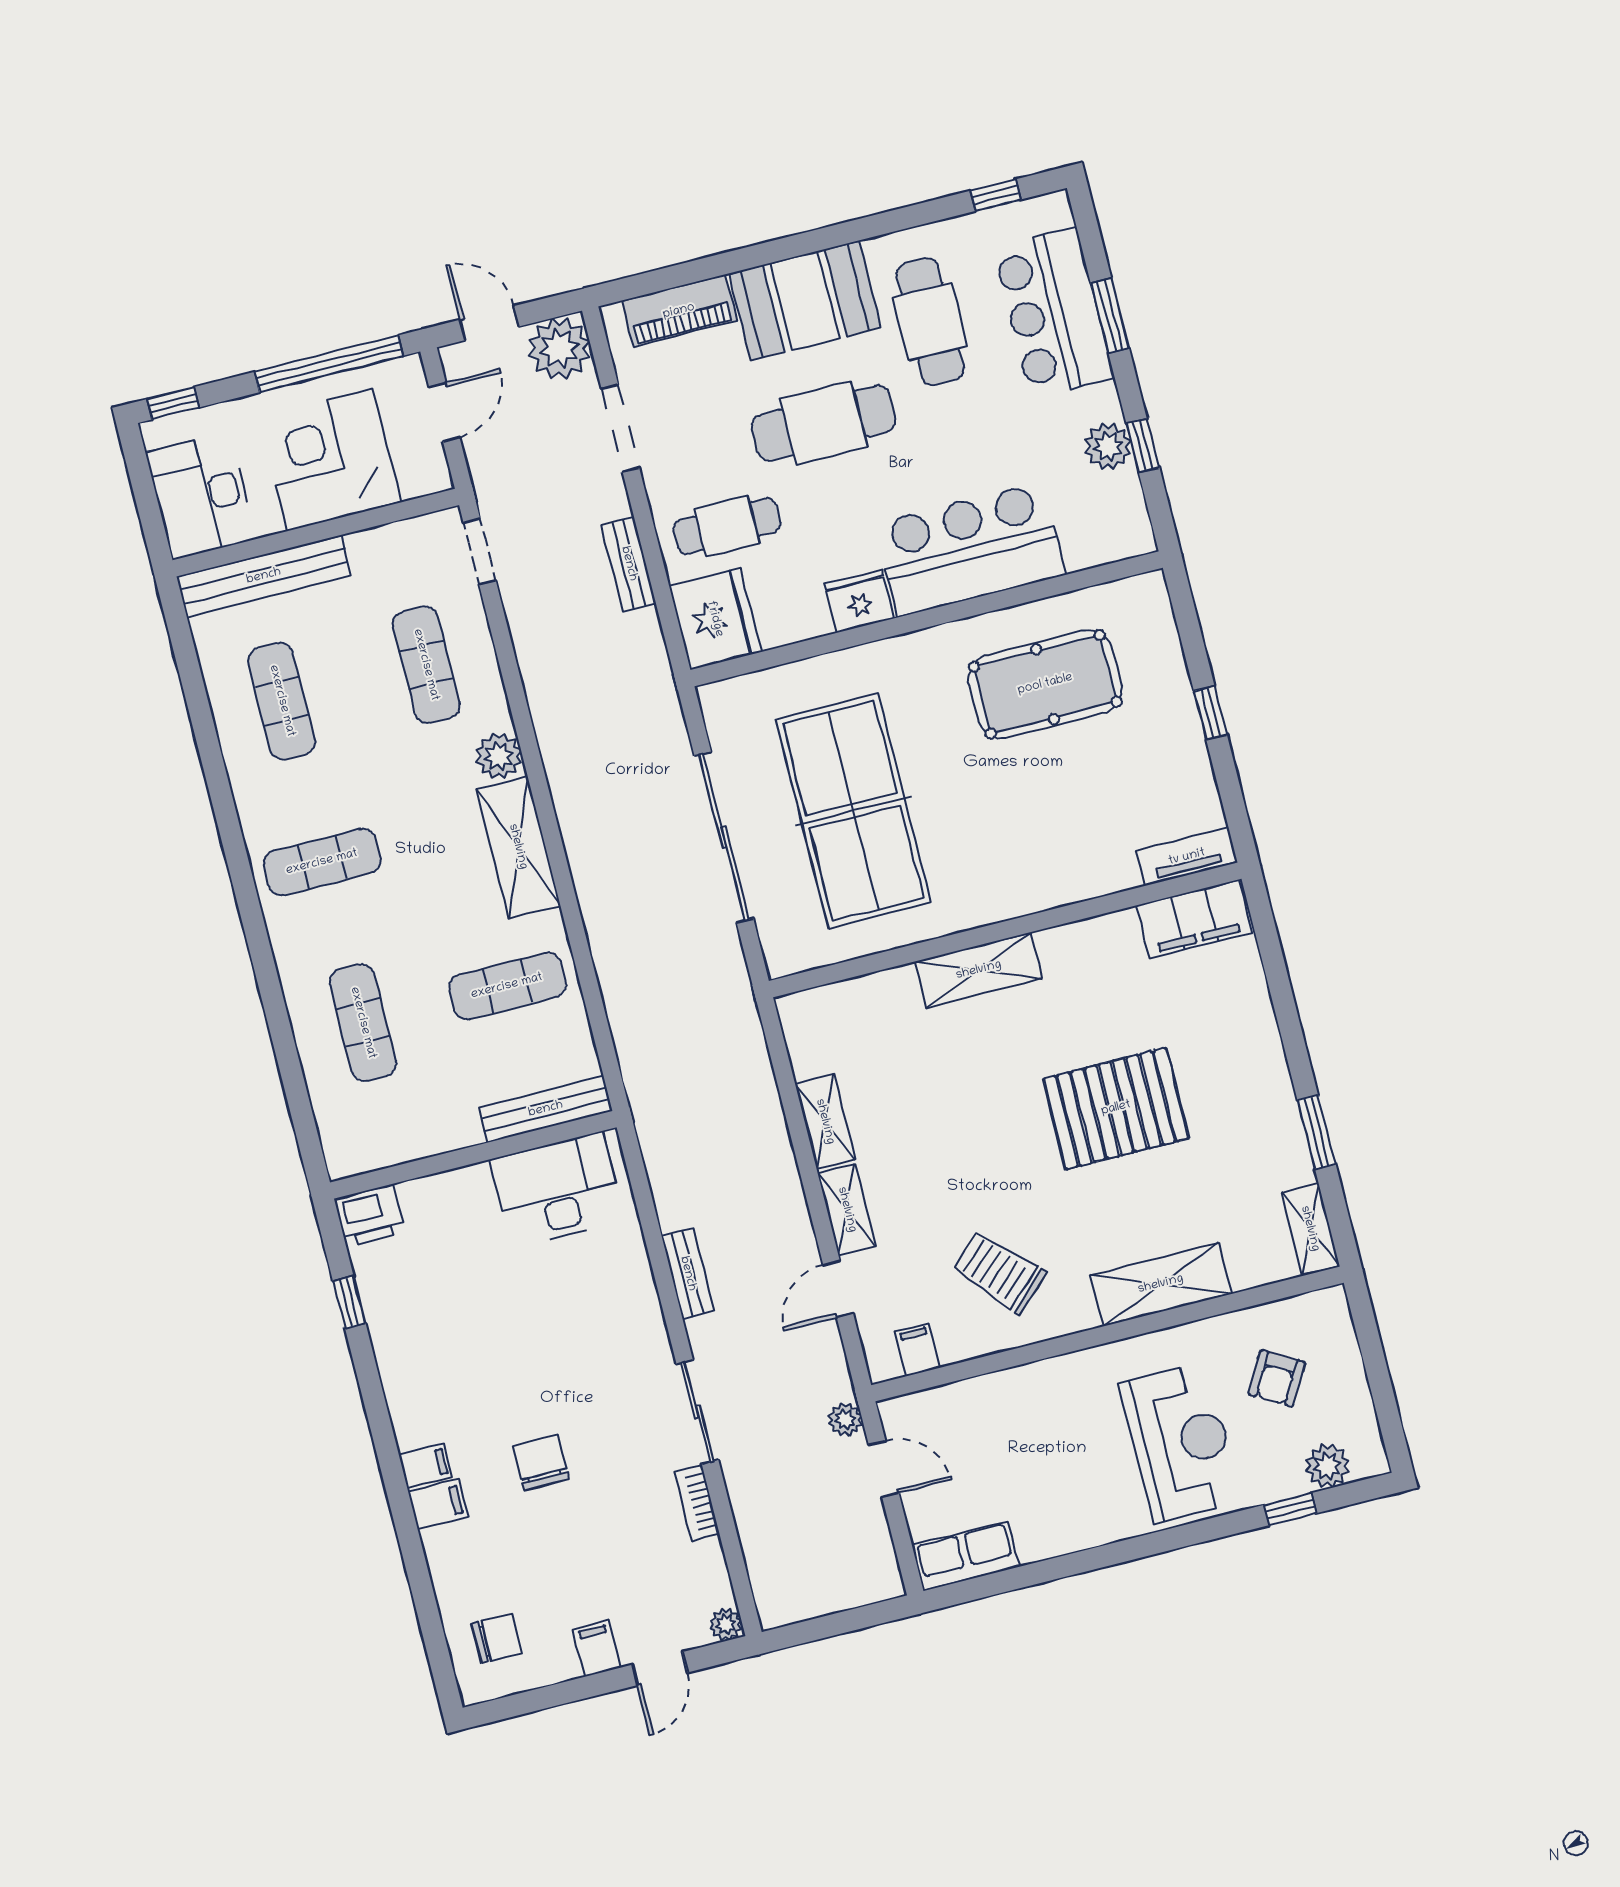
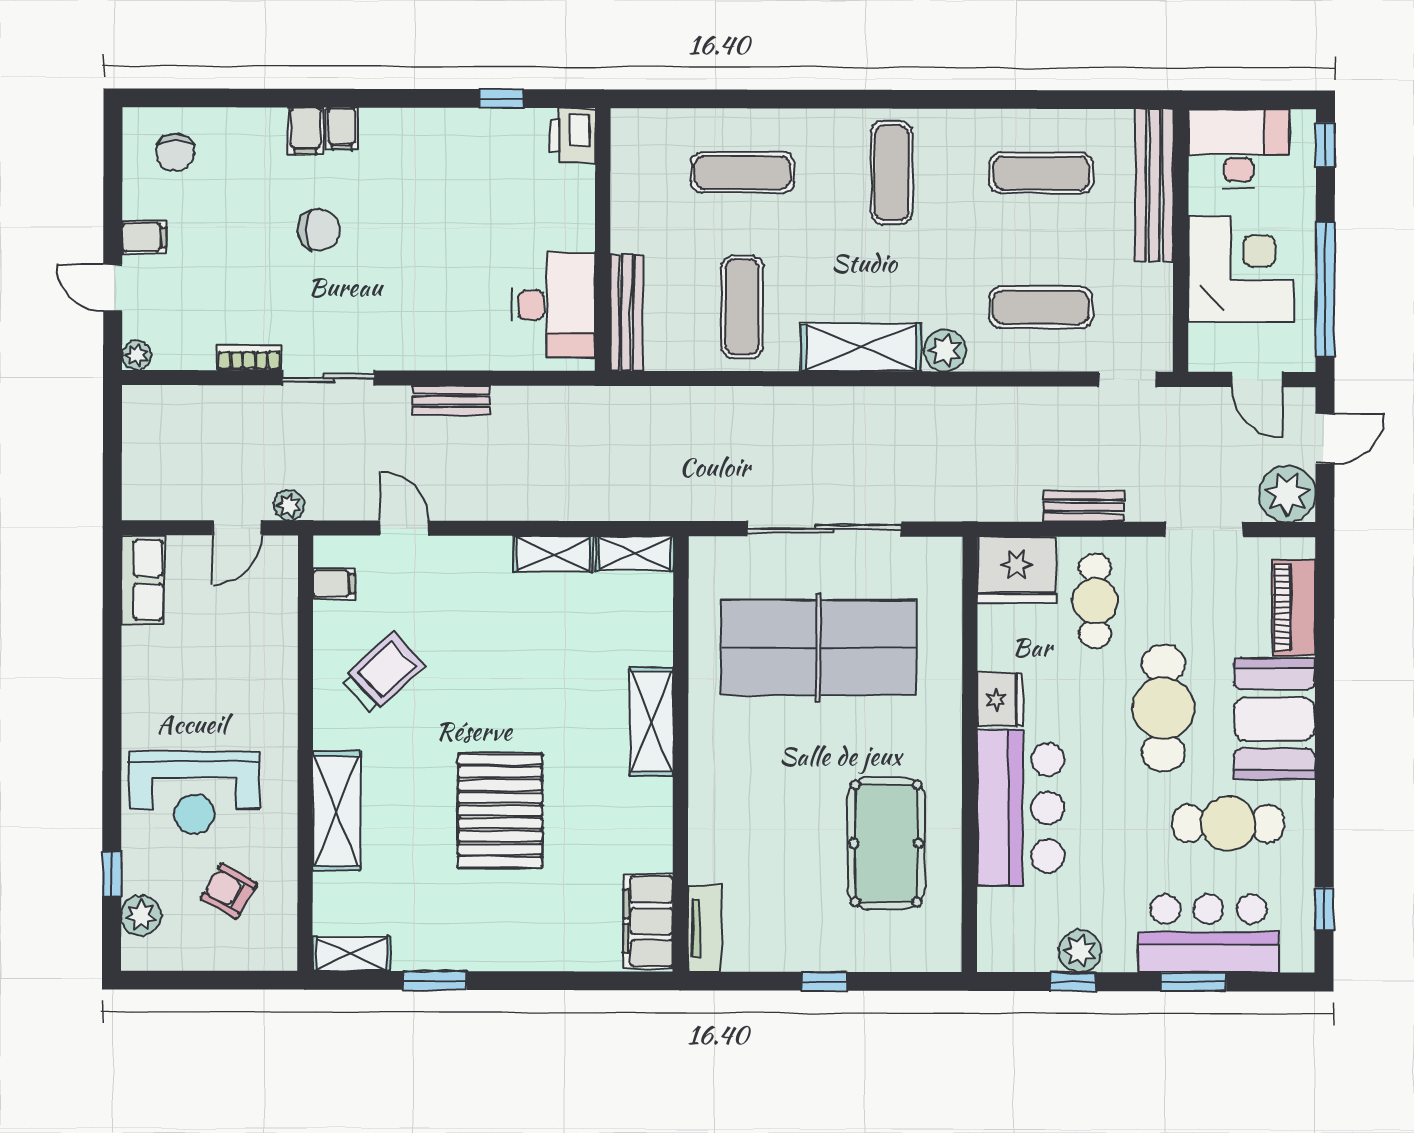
shelving: (847, 1210) -> (635, 553), moved

